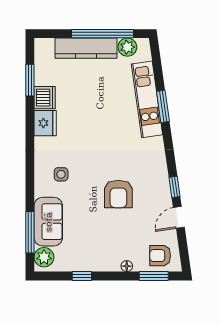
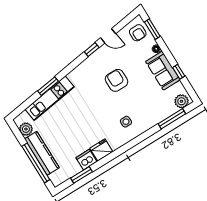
window: (102, 34) -> (36, 163), moved
armchair: (118, 194) -> (117, 80), turned -90
sofa: (48, 222) -> (163, 71), moved, turned -90

